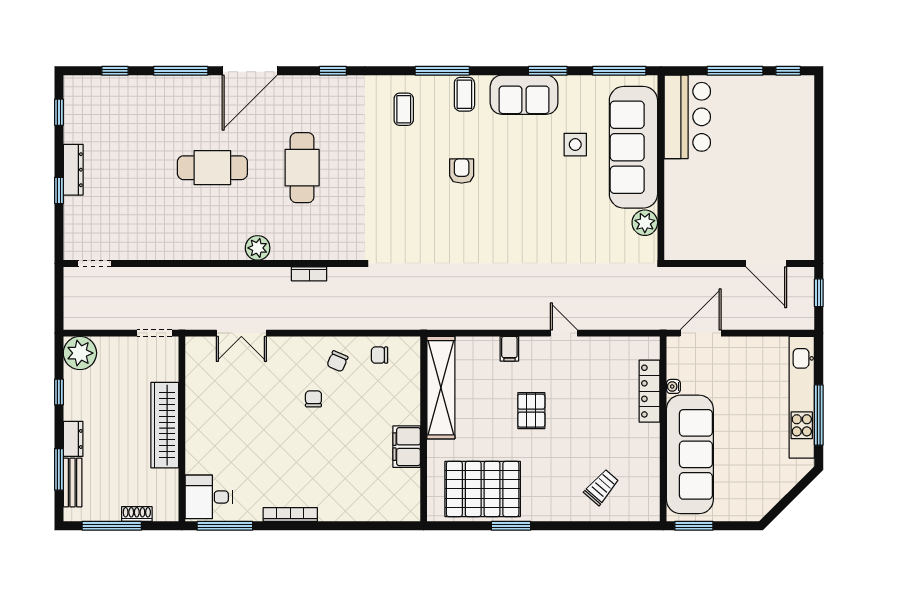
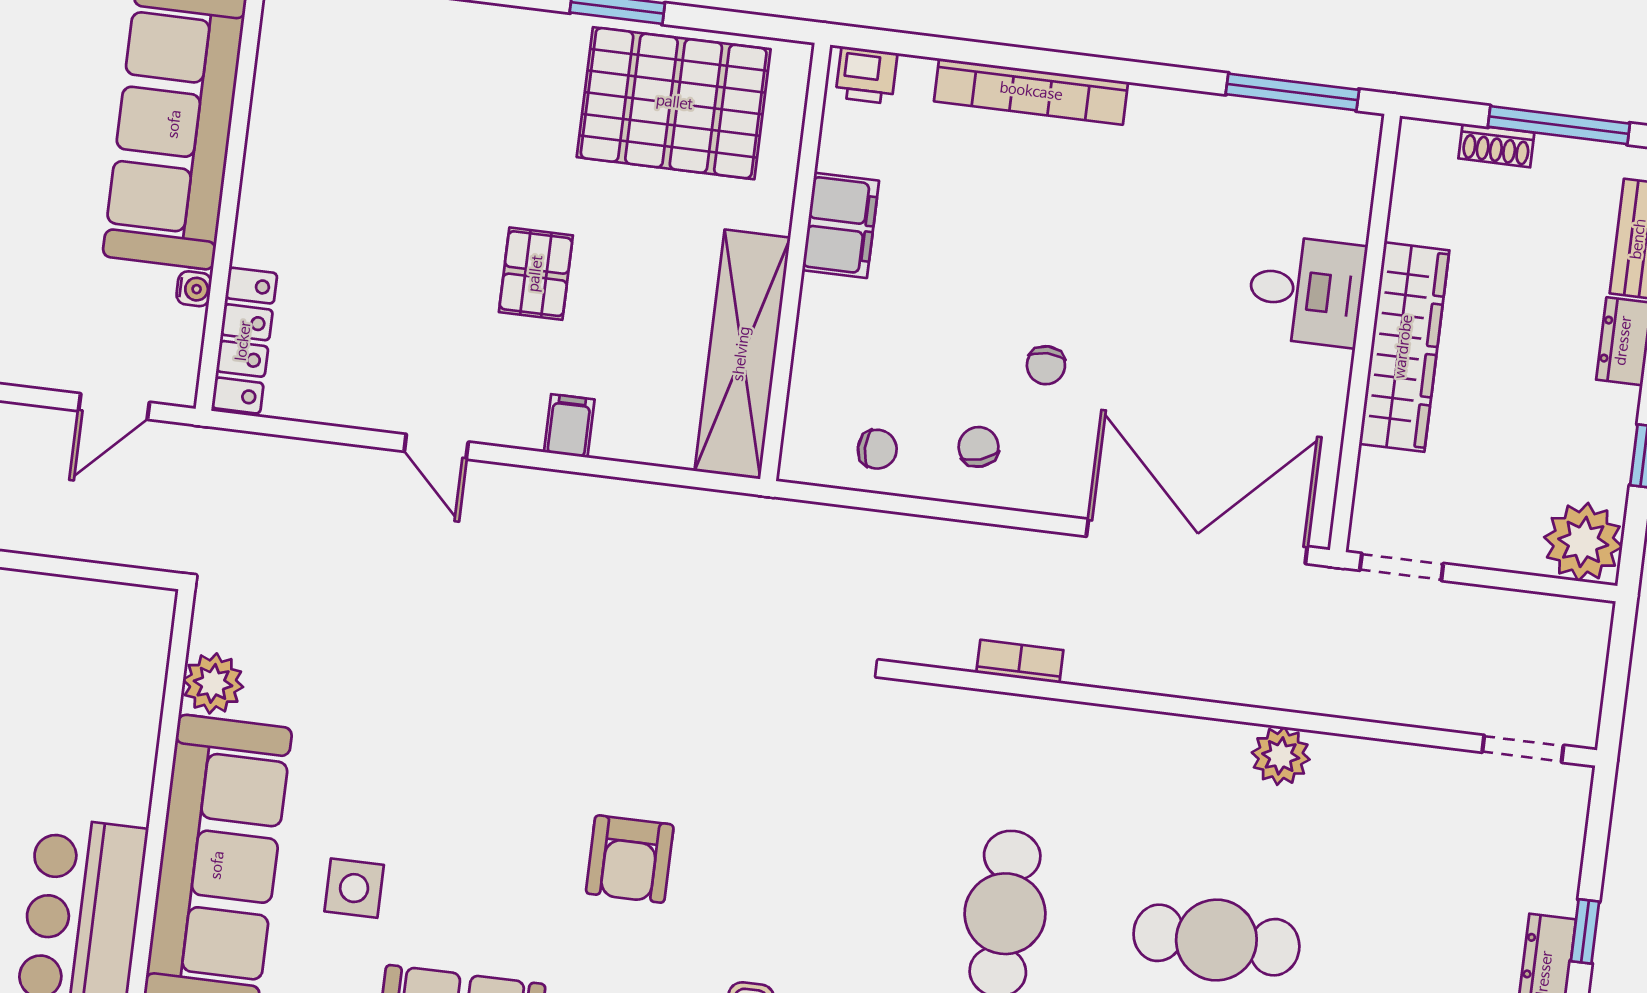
armchair: (462, 171) -> (630, 859), width x1.38, depth x1.38
plant: (258, 248) -> (1281, 756), moved
double door: (241, 333) -> (1197, 541), width x1.87
door: (701, 333) -> (114, 407), width x0.73
chair: (337, 361) -> (978, 447), turned -41
locker: (650, 391) -> (244, 341), moved
trolley: (601, 487) -> (393, 73), removed
desk: (209, 497) -> (1306, 291), moved
printer: (404, 511) -> (866, 75), added
bookcase: (290, 515) -> (1031, 92), moved, width x1.48, depth x1.31

